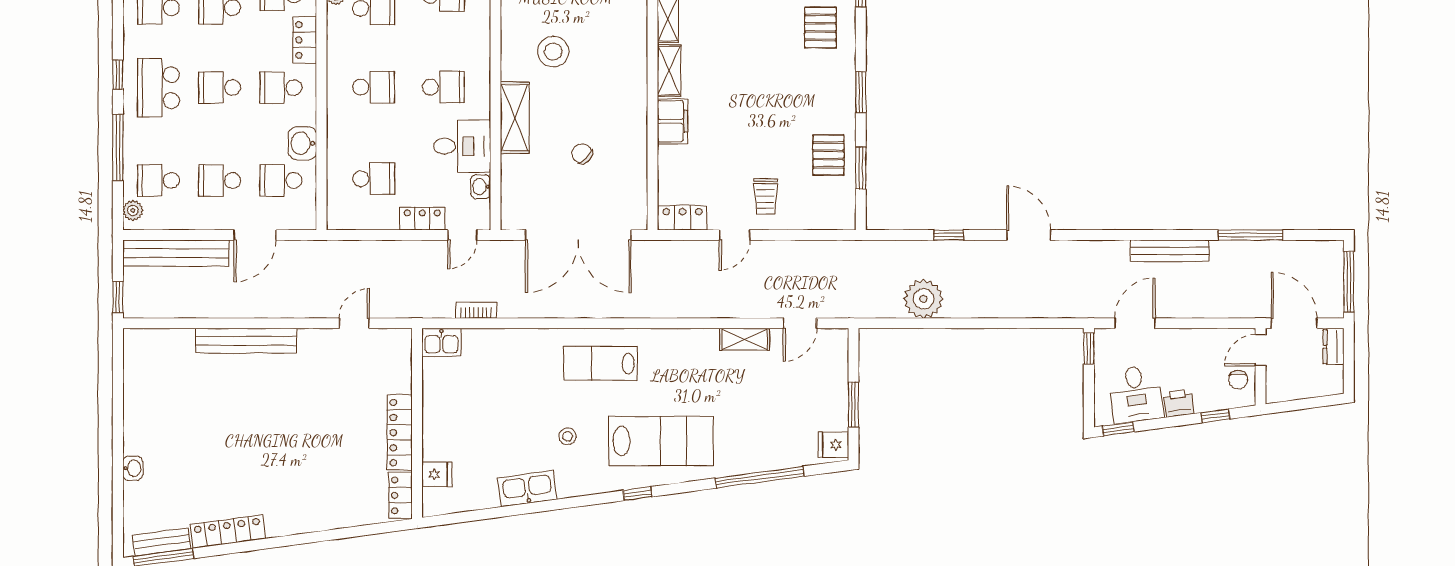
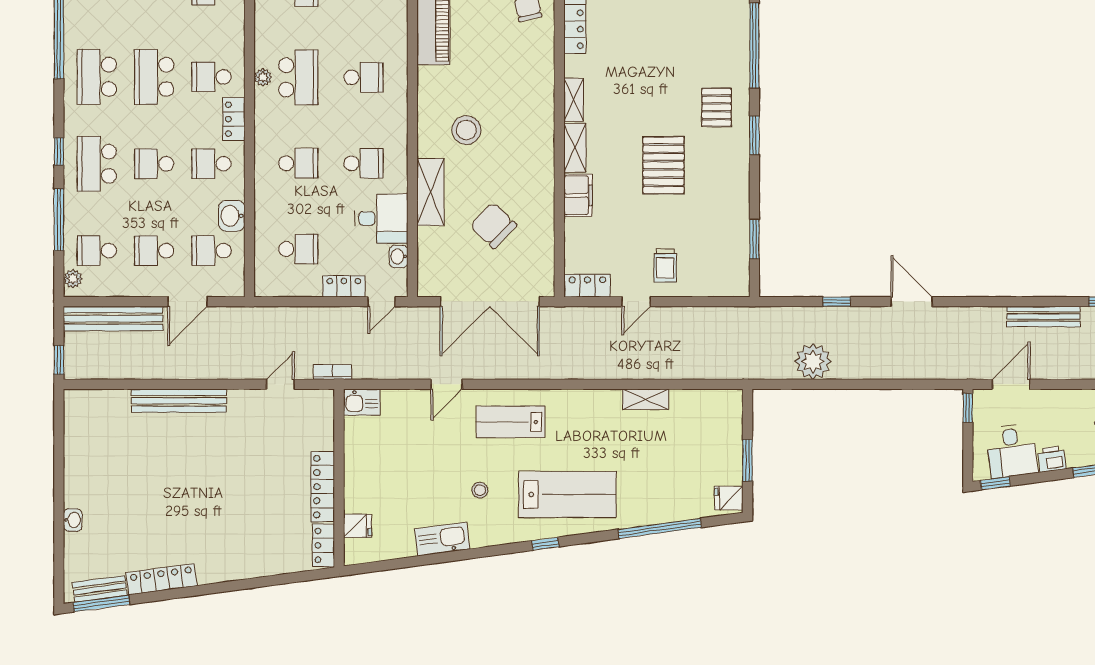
window: (861, 92) -> (754, 135), moved
chair: (582, 154) -> (493, 225), width x1.87, depth x1.87
pallet: (828, 155) -> (664, 165), moved, width x1.50, depth x1.42
bookcase: (476, 310) -> (333, 372), moved
door: (800, 323) -> (447, 384), moved

